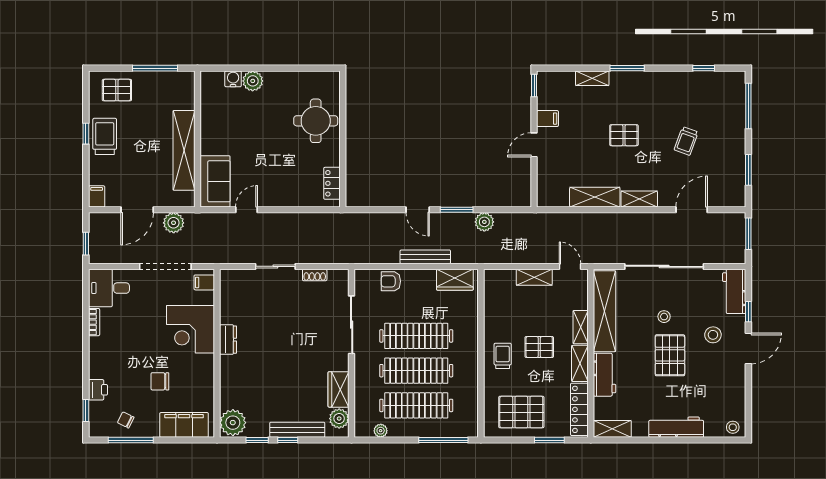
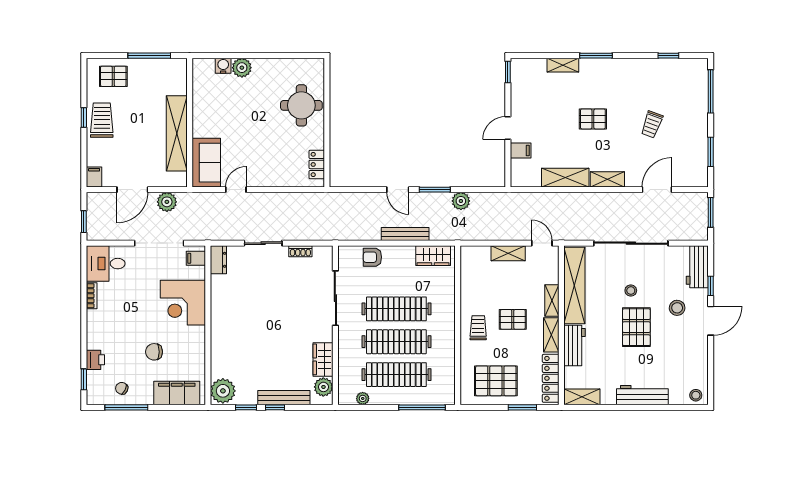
filing cabinet: (548, 119) -> (521, 151), moved
dresser: (228, 340) -> (218, 260), moved

